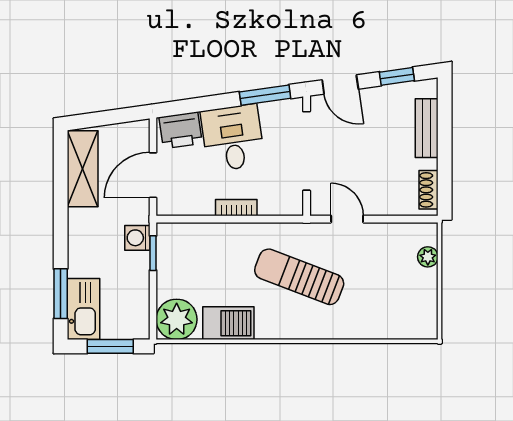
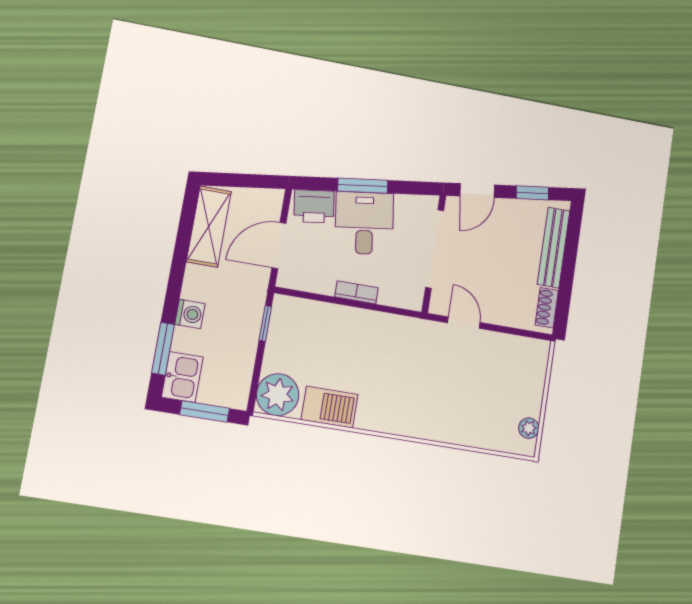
door: (340, 84) -> (477, 191), hinge flipped
window: (265, 95) -> (363, 186), moved
bench: (427, 128) -> (554, 248), width x1.36
washing machine: (137, 238) -> (190, 314), moved, turned 180
plant: (428, 257) -> (529, 428), moved
sun lounger: (299, 277) -> (408, 372), removed
kitchen sink: (84, 309) -> (182, 377), width x0.73

